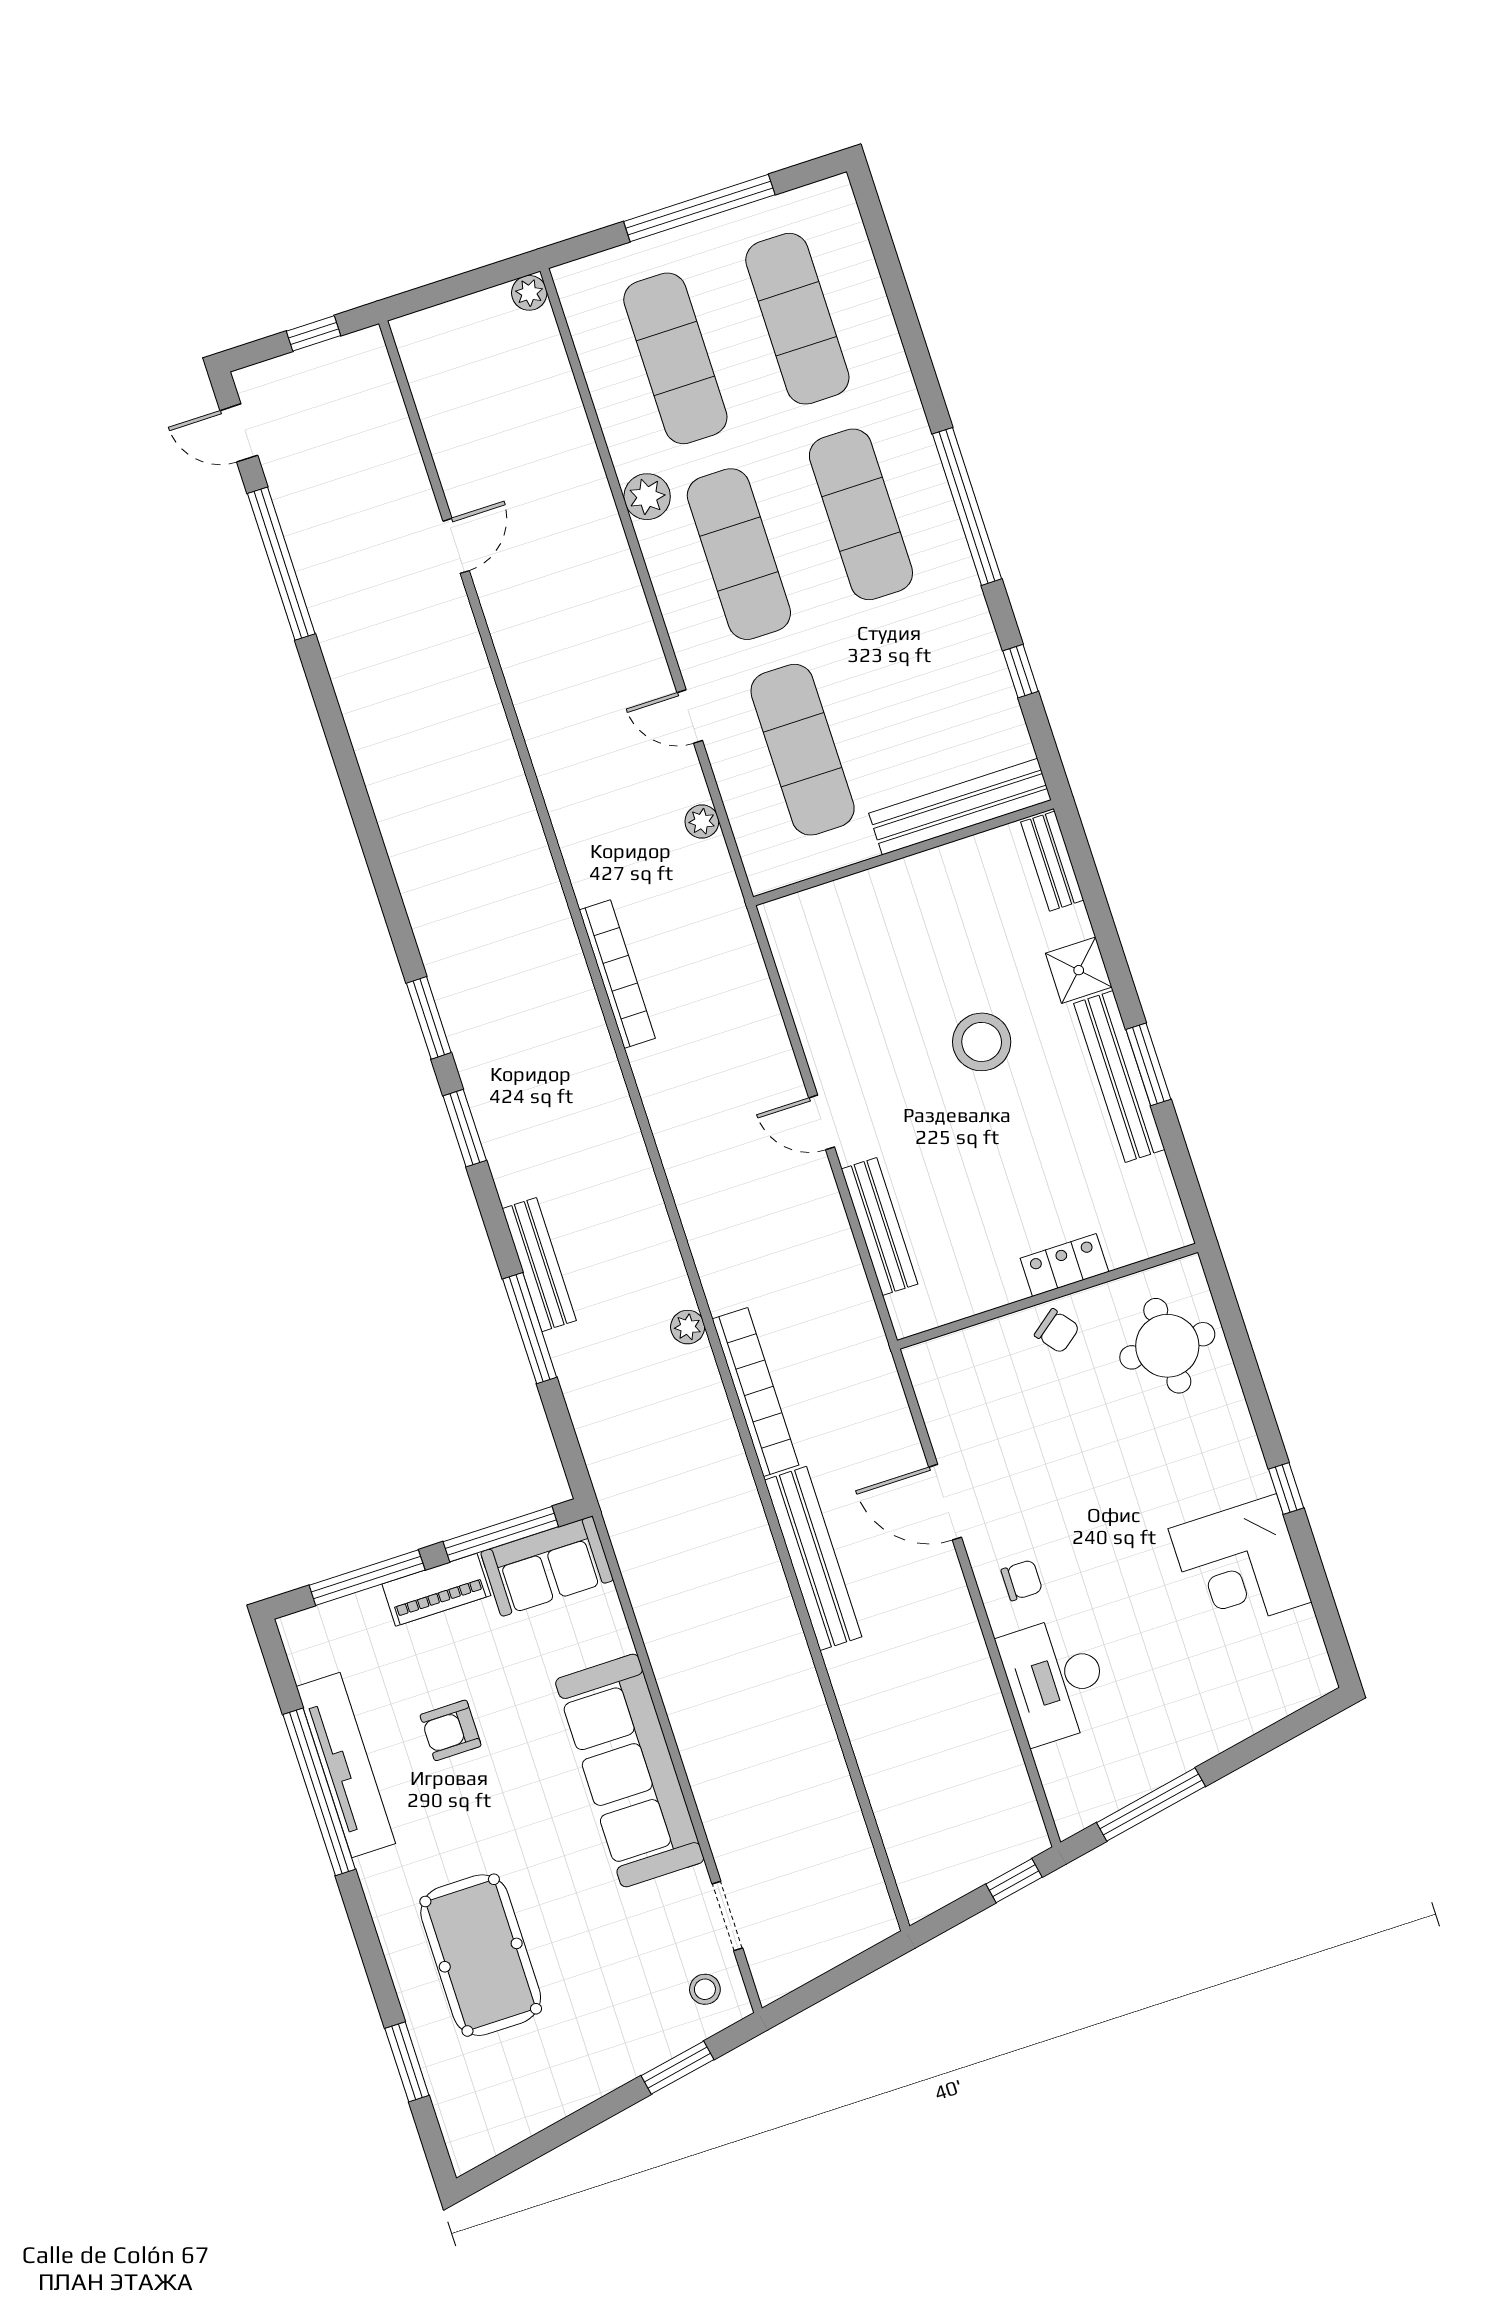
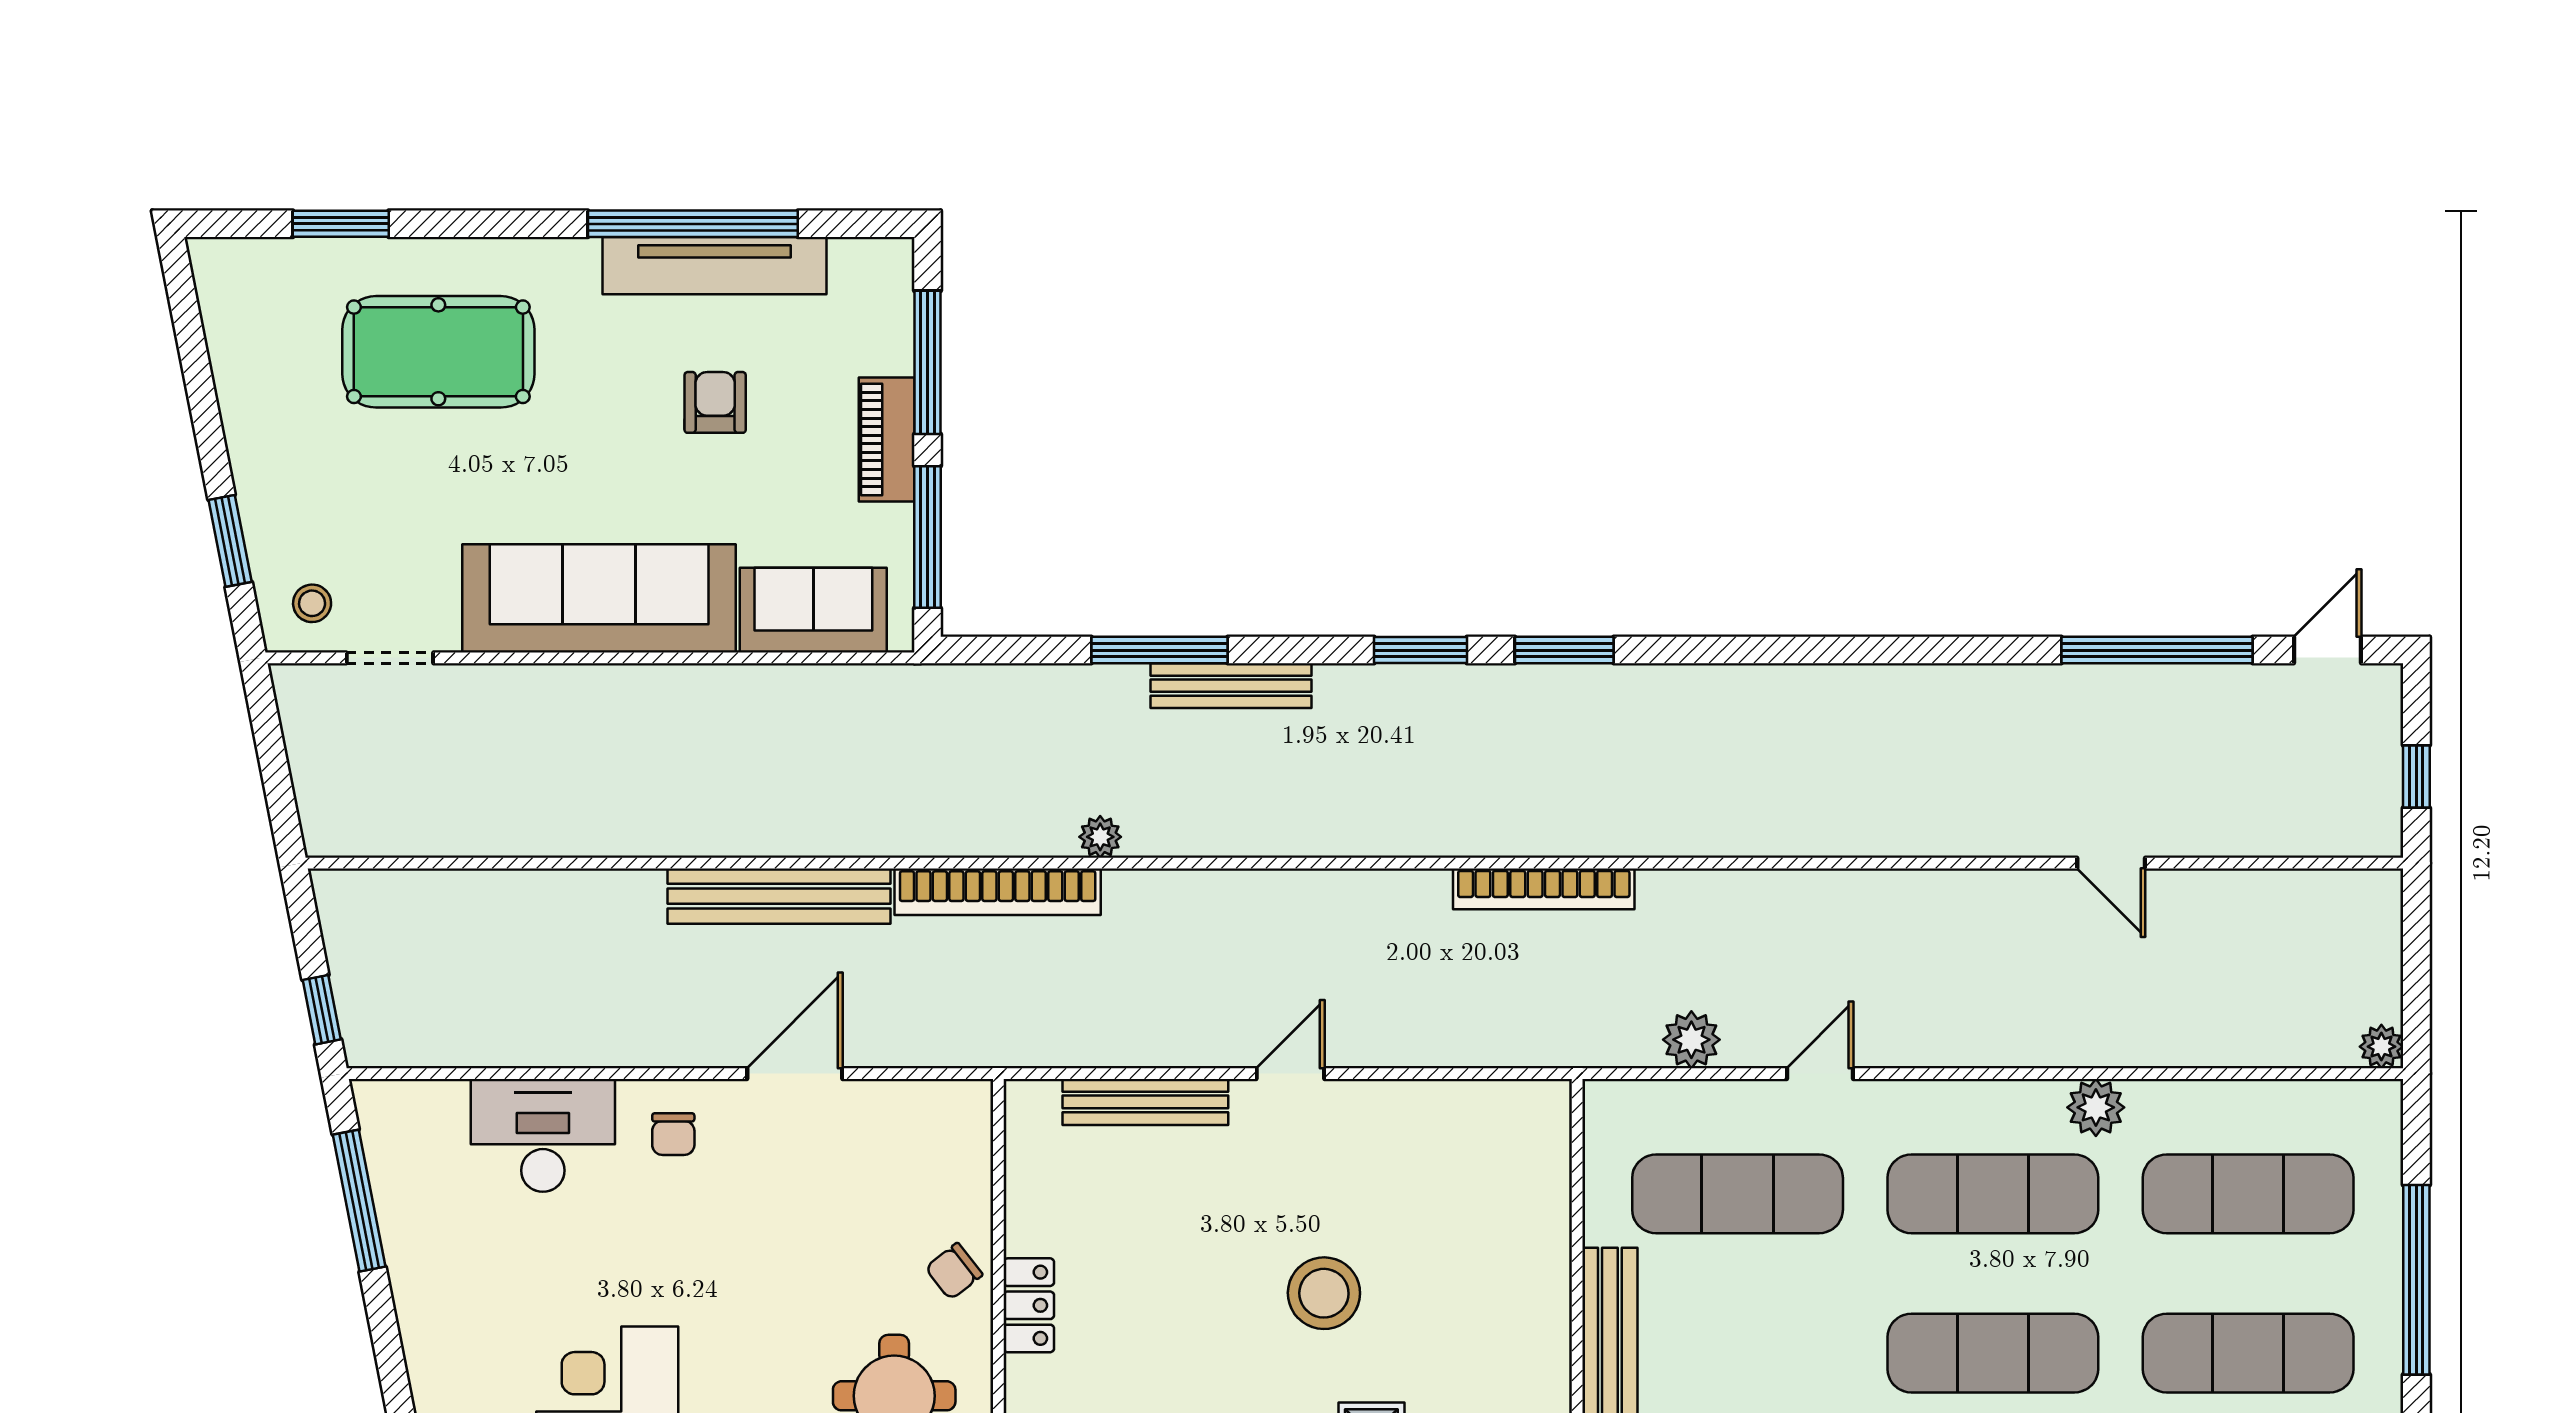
plant: (702, 821) -> (1691, 1040), width x1.38, depth x1.38
sofa: (547, 1566) -> (813, 610), moved, turned 90

